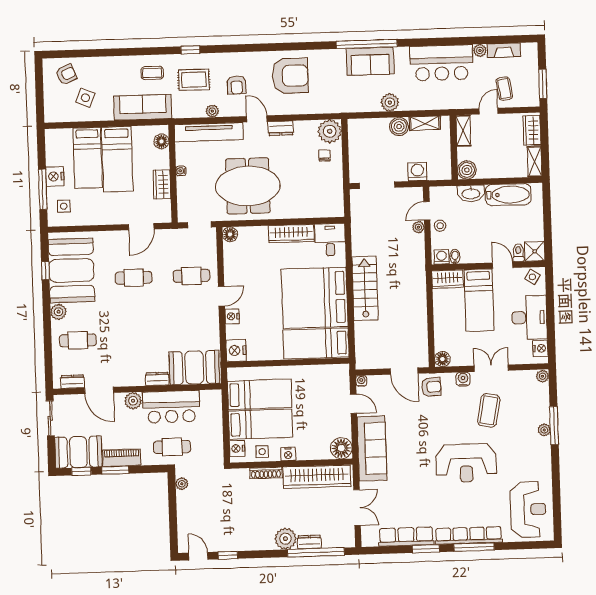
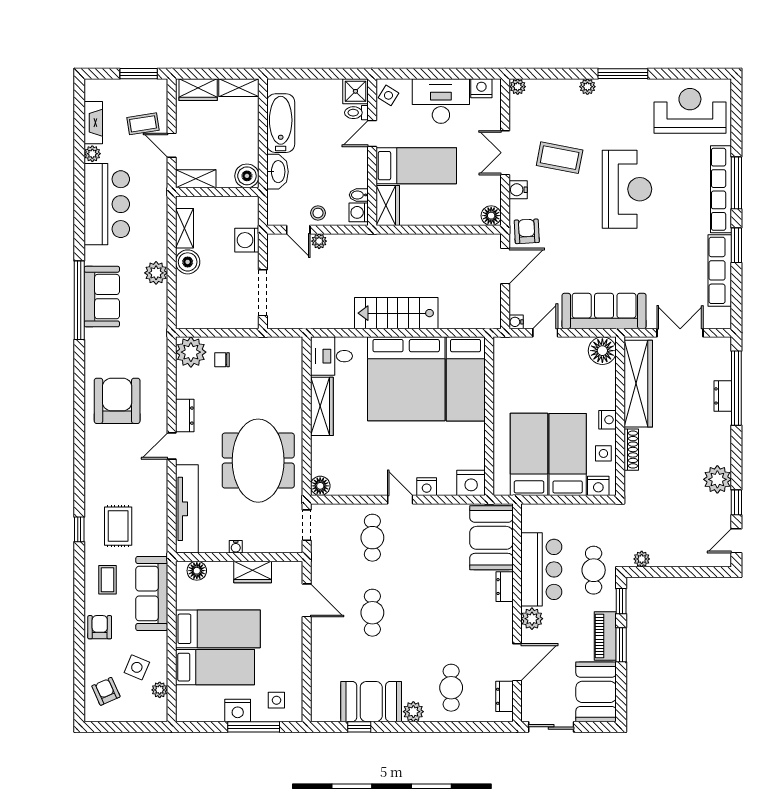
armchair: (237, 85) -> (100, 627), moved, turned -90
plant: (212, 111) -> (160, 690), moved
booth: (71, 270) -> (371, 702), width x0.73, depth x0.70
window: (554, 426) -> (623, 74), moved
window: (81, 471) -> (621, 601), moved
plant: (285, 539) -> (717, 479), moved

